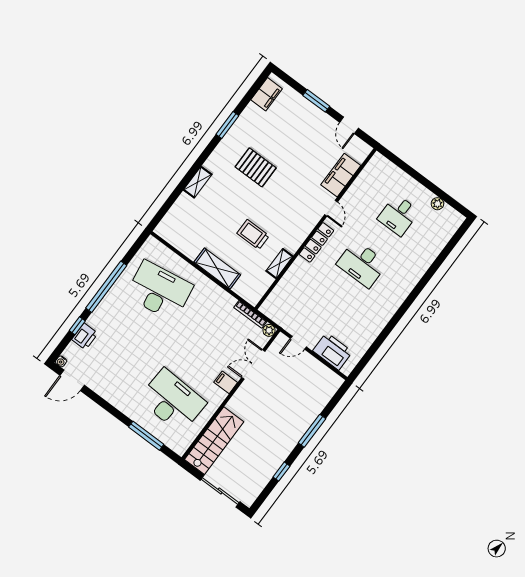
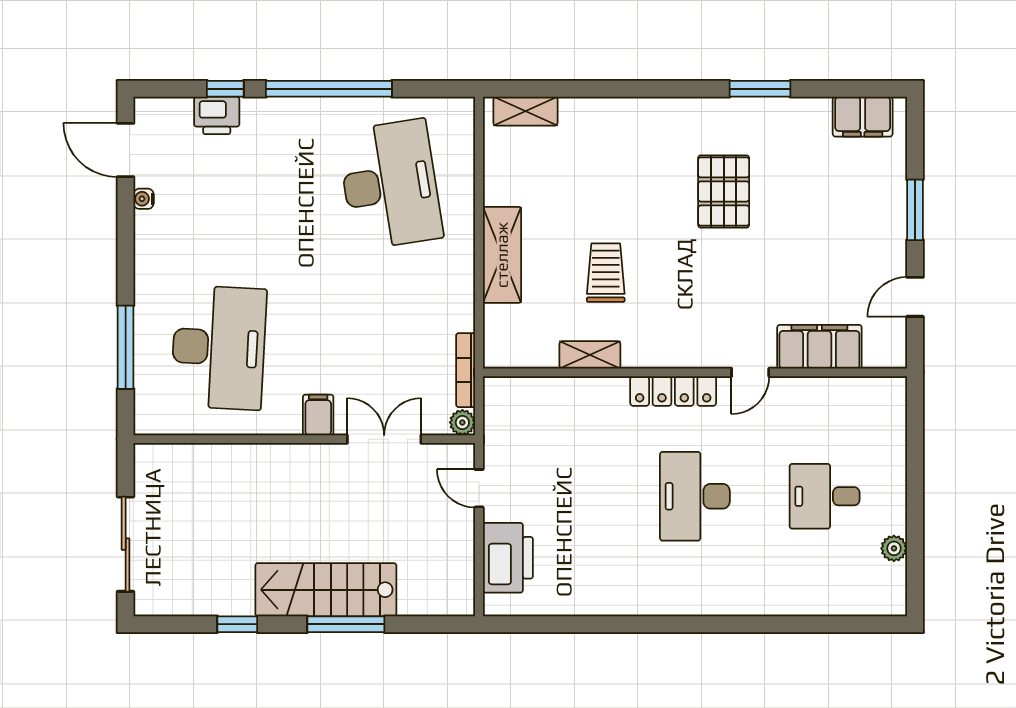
shelving: (198, 182) -> (525, 111), moved
water cooler: (61, 361) -> (144, 199), moved
stairs: (214, 441) -> (326, 590), moved, turned 180

